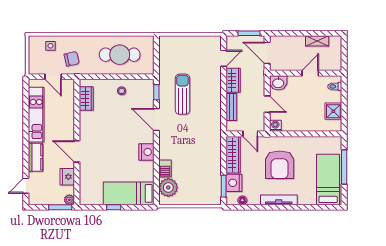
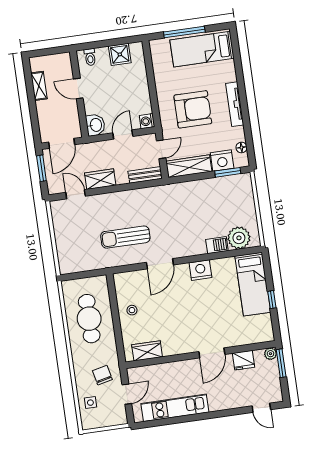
window: (156, 92) -> (128, 268), removed
bench: (231, 107) -> (145, 175), moved
kitchen counter: (36, 157) -> (226, 401), removed

